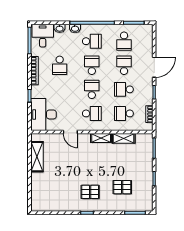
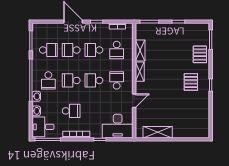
school desk: (92, 41) -> (48, 80), turned 180
school desk: (124, 89) -> (94, 50), turned 90
pallet: (122, 187) -> (200, 54), moved

